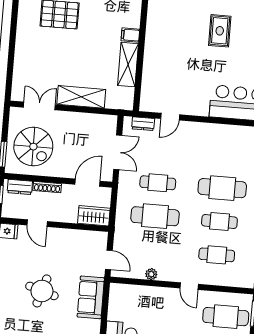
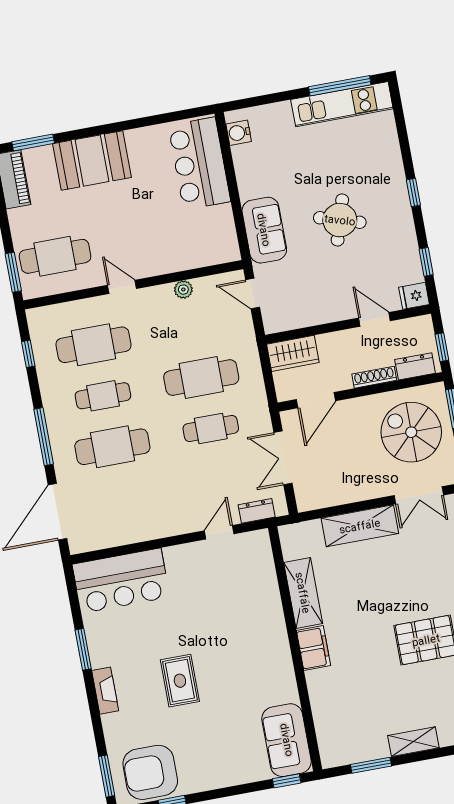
filing cabinet: (130, 35) -> (314, 648), width x2.00
cafe table: (217, 255) -> (93, 345), width x1.37, depth x1.35

